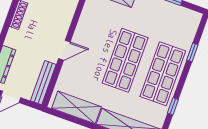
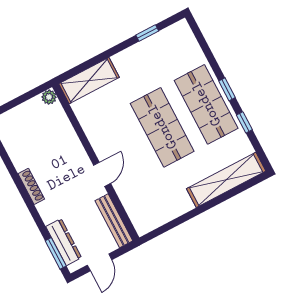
window: (192, 52) -> (227, 89), moved
shelving: (76, 107) -> (164, 211), removed

